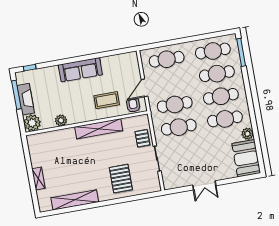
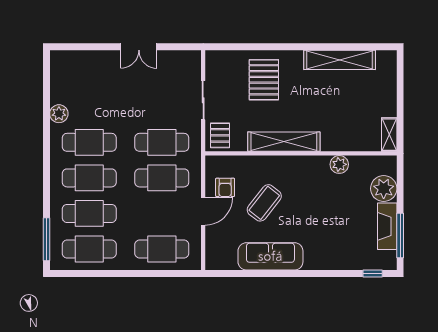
sofa: (80, 70) -> (270, 256), moved
coffee table: (107, 100) -> (264, 203), turned -52
plant: (61, 120) -> (339, 164), moved
wall: (87, 123) -> (301, 153), moved
shelving: (99, 129) -> (284, 142), moved
booth: (246, 158) -> (68, 77), removed
shelving: (38, 179) -> (389, 135), moved
double door: (204, 185) -> (139, 47), swing flipped

